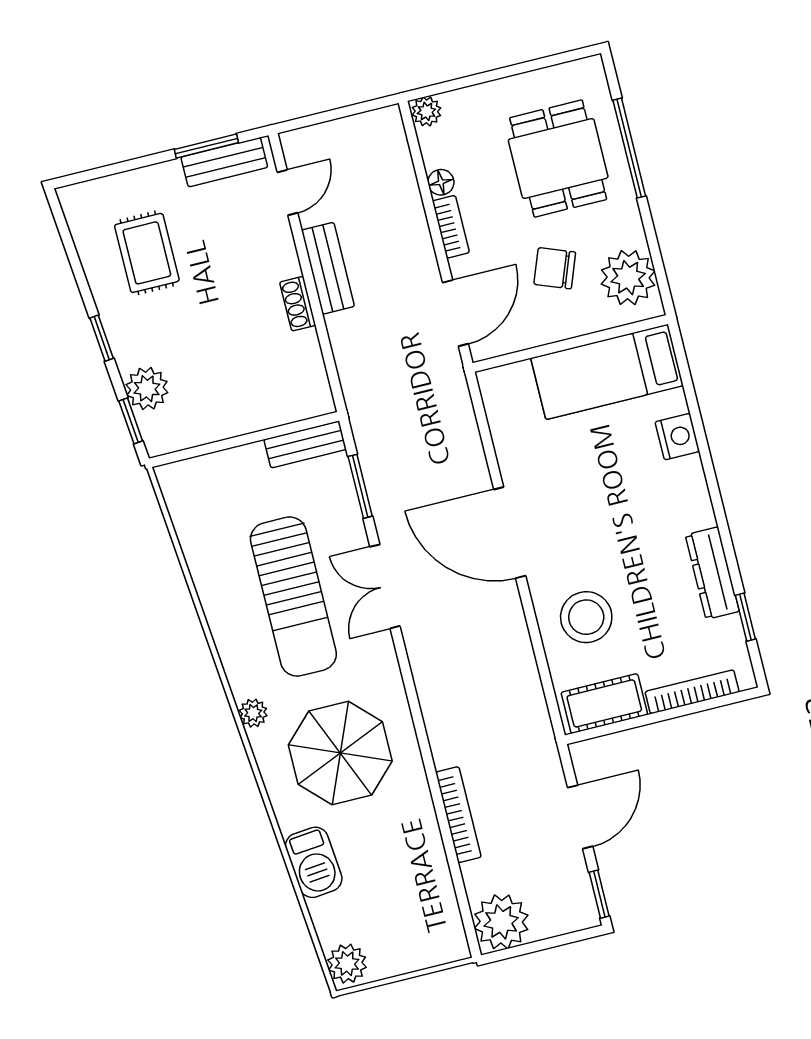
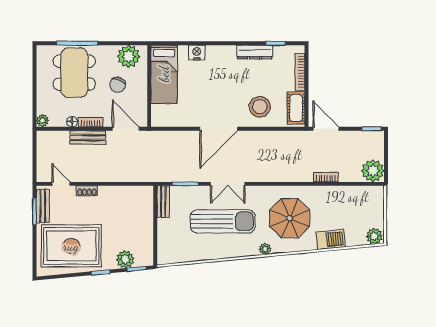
dining table: (558, 159) -> (74, 73), width x1.38
rug: (147, 253) -> (71, 246), width x1.86, depth x2.06
bench: (328, 268) -> (88, 137), moved
shoe rack: (298, 304) -> (87, 191), moved
bookcase: (458, 815) -> (326, 177), width x0.64
door: (580, 817) -> (326, 129), moved

